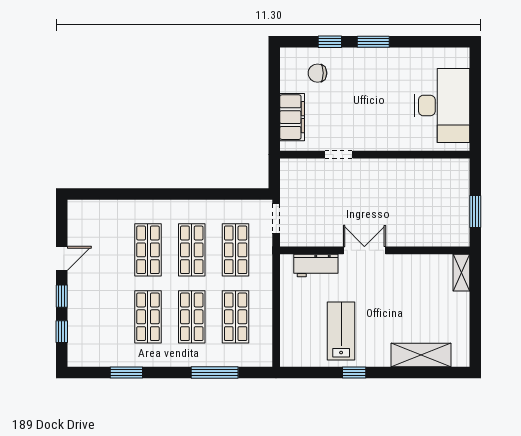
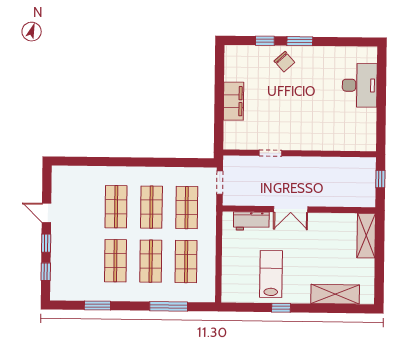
chair: (317, 73) -> (284, 62), moved, turned -132
desk: (442, 106) -> (360, 85), width x0.73, depth x0.77
doorway: (339, 155) -> (270, 153), moved
wall: (375, 155) -> (300, 153), moved
window: (475, 212) -> (380, 179), width x0.67
double door: (364, 250) -> (291, 209), swing flipped
door: (62, 258) -> (47, 213), swing flipped
shelving: (461, 273) -> (366, 236), width x1.50, depth x1.33

